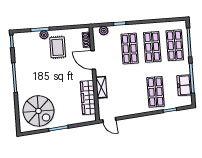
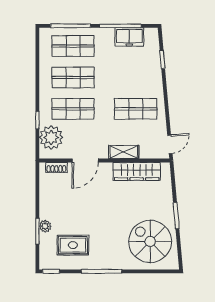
plant: (104, 31) -> (51, 137), width x1.88, depth x1.88
rug: (58, 47) -> (73, 245), moved
shop shelf: (155, 92) -> (136, 109), moved
spiral stairs: (38, 111) -> (150, 241), turned -90

